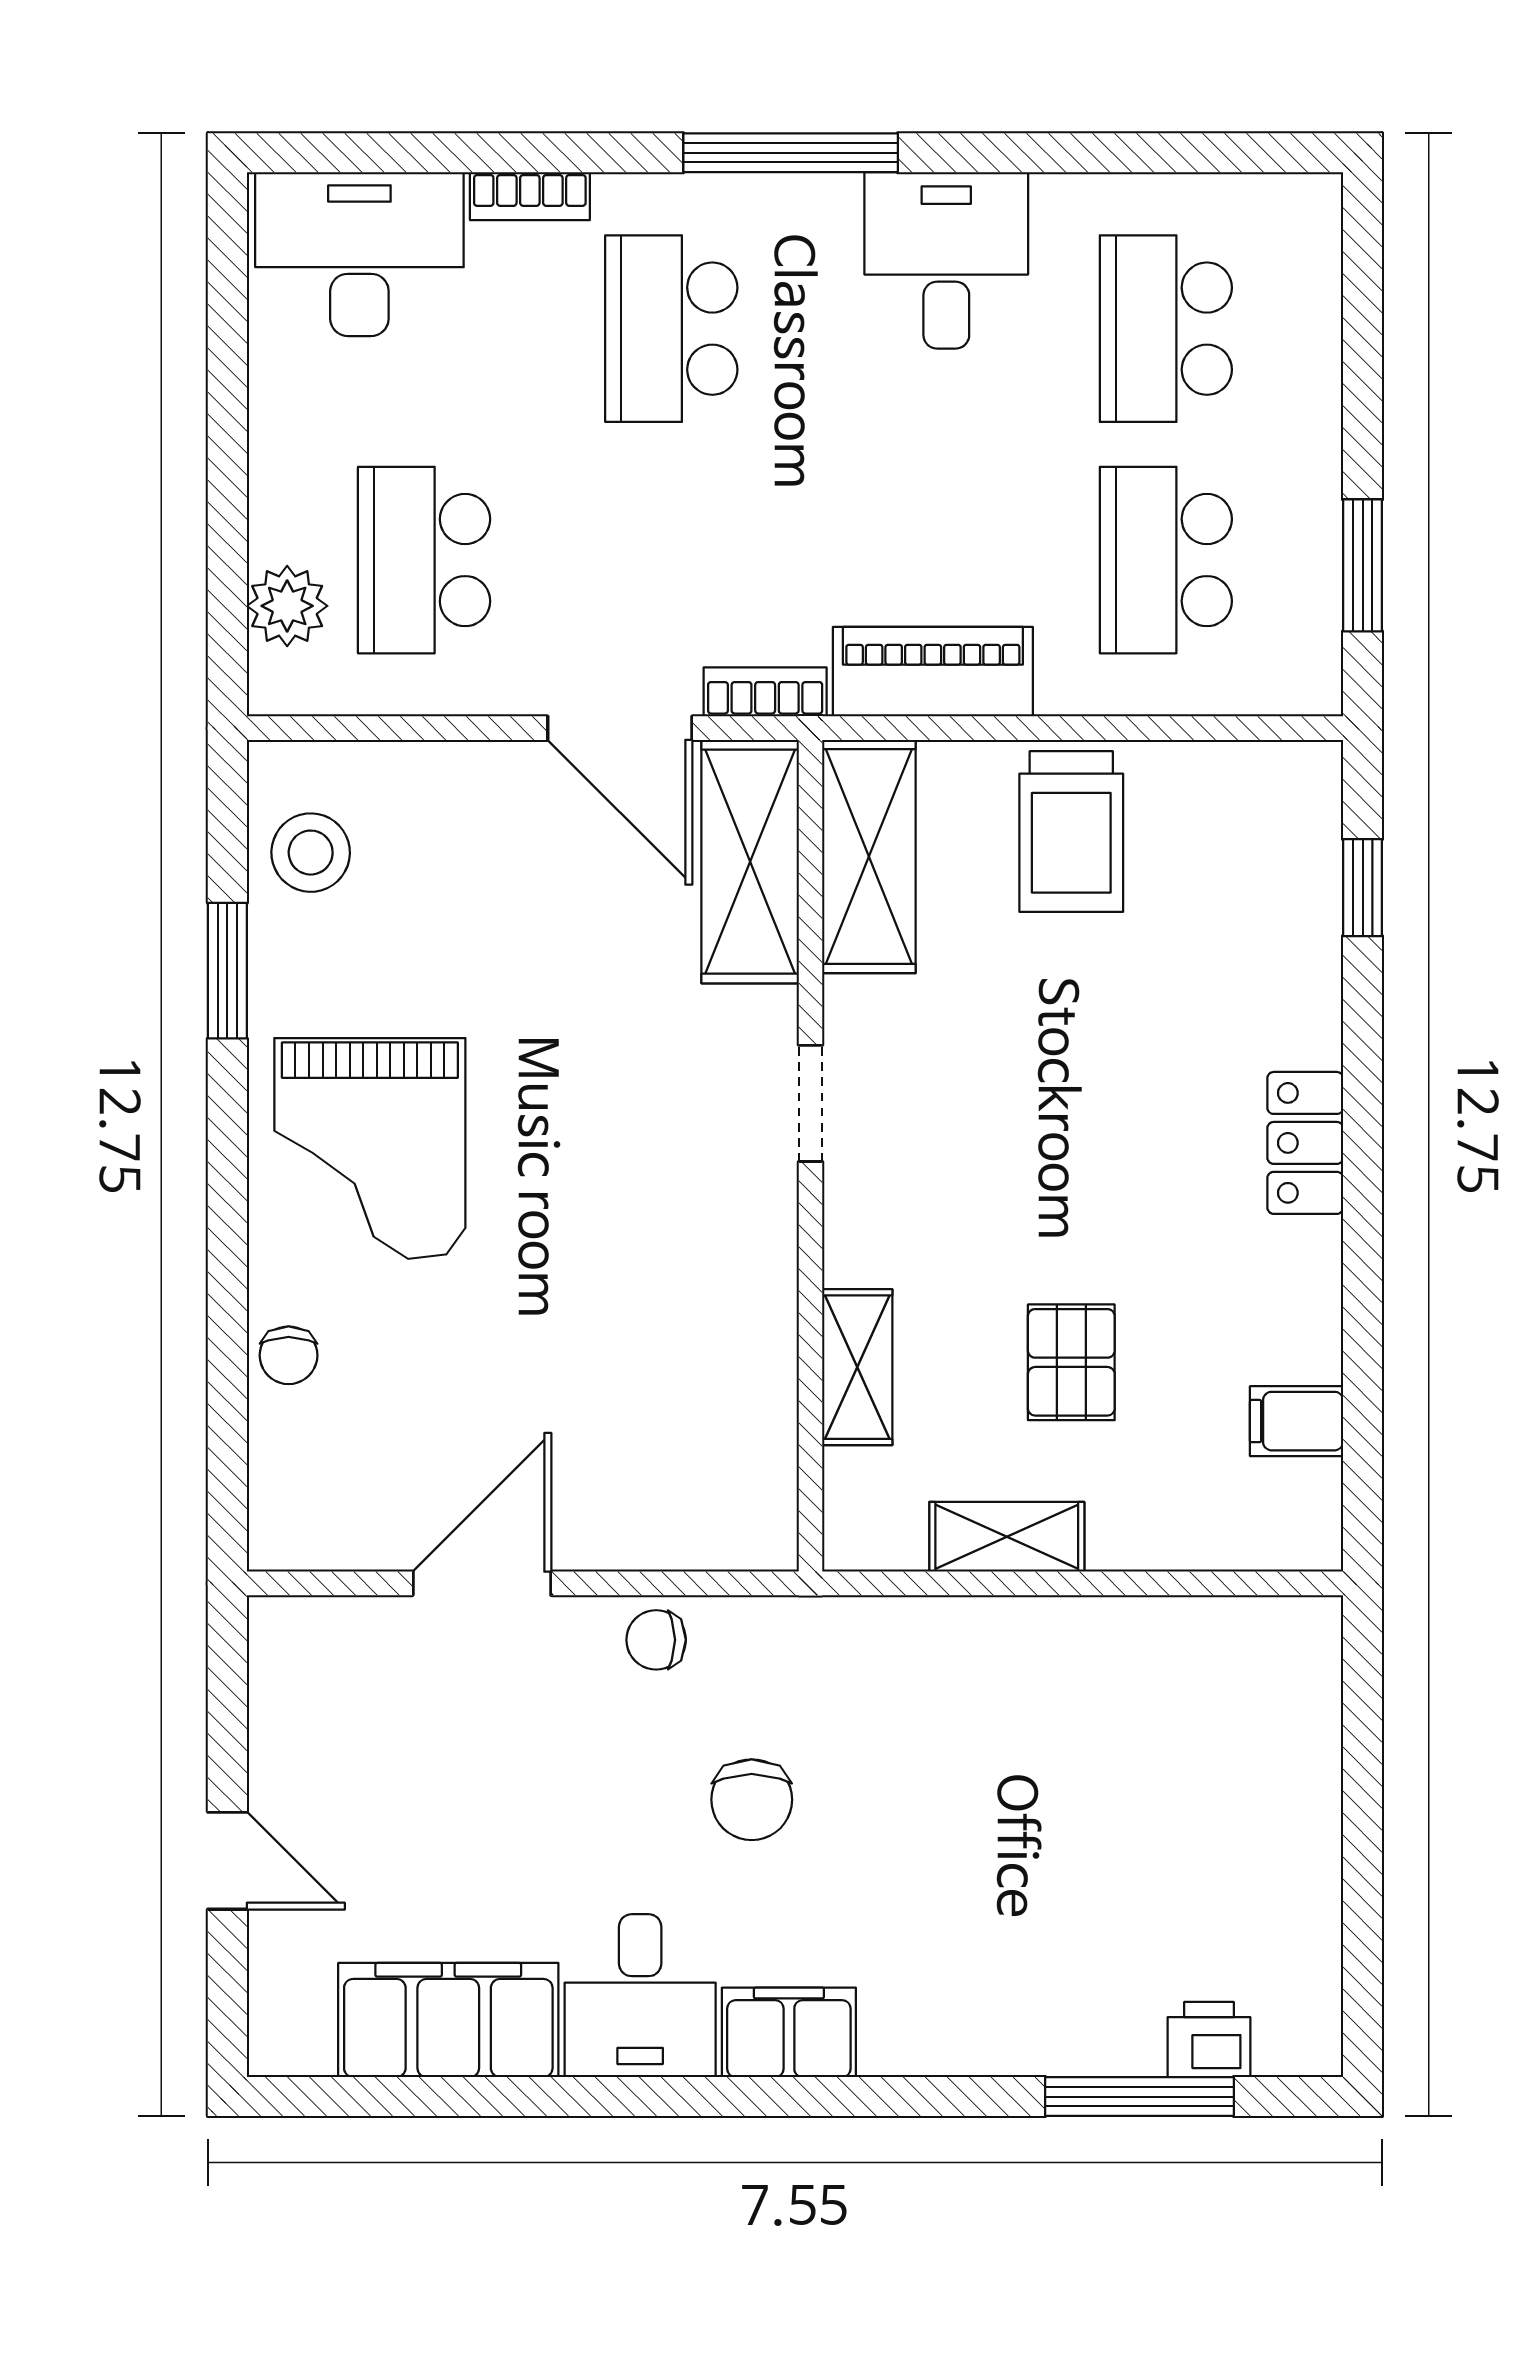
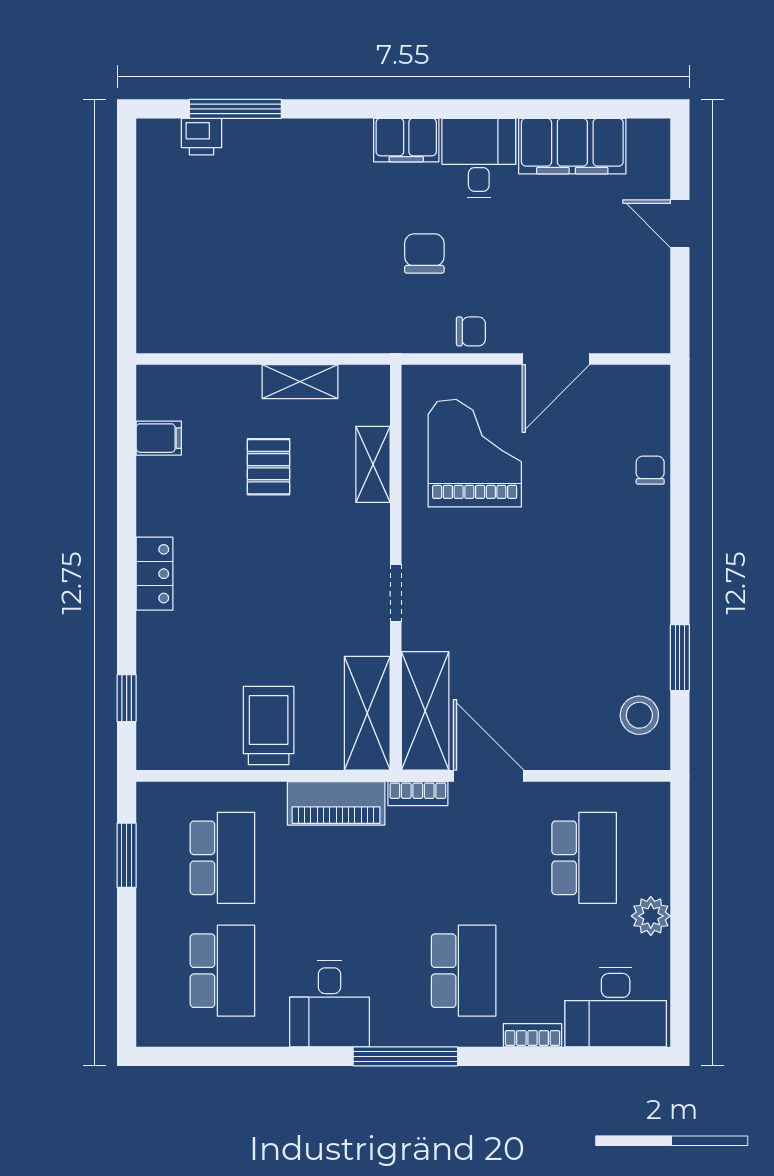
plant: (287, 606) -> (651, 916), moved
grand piano: (370, 1148) -> (475, 453), moved

